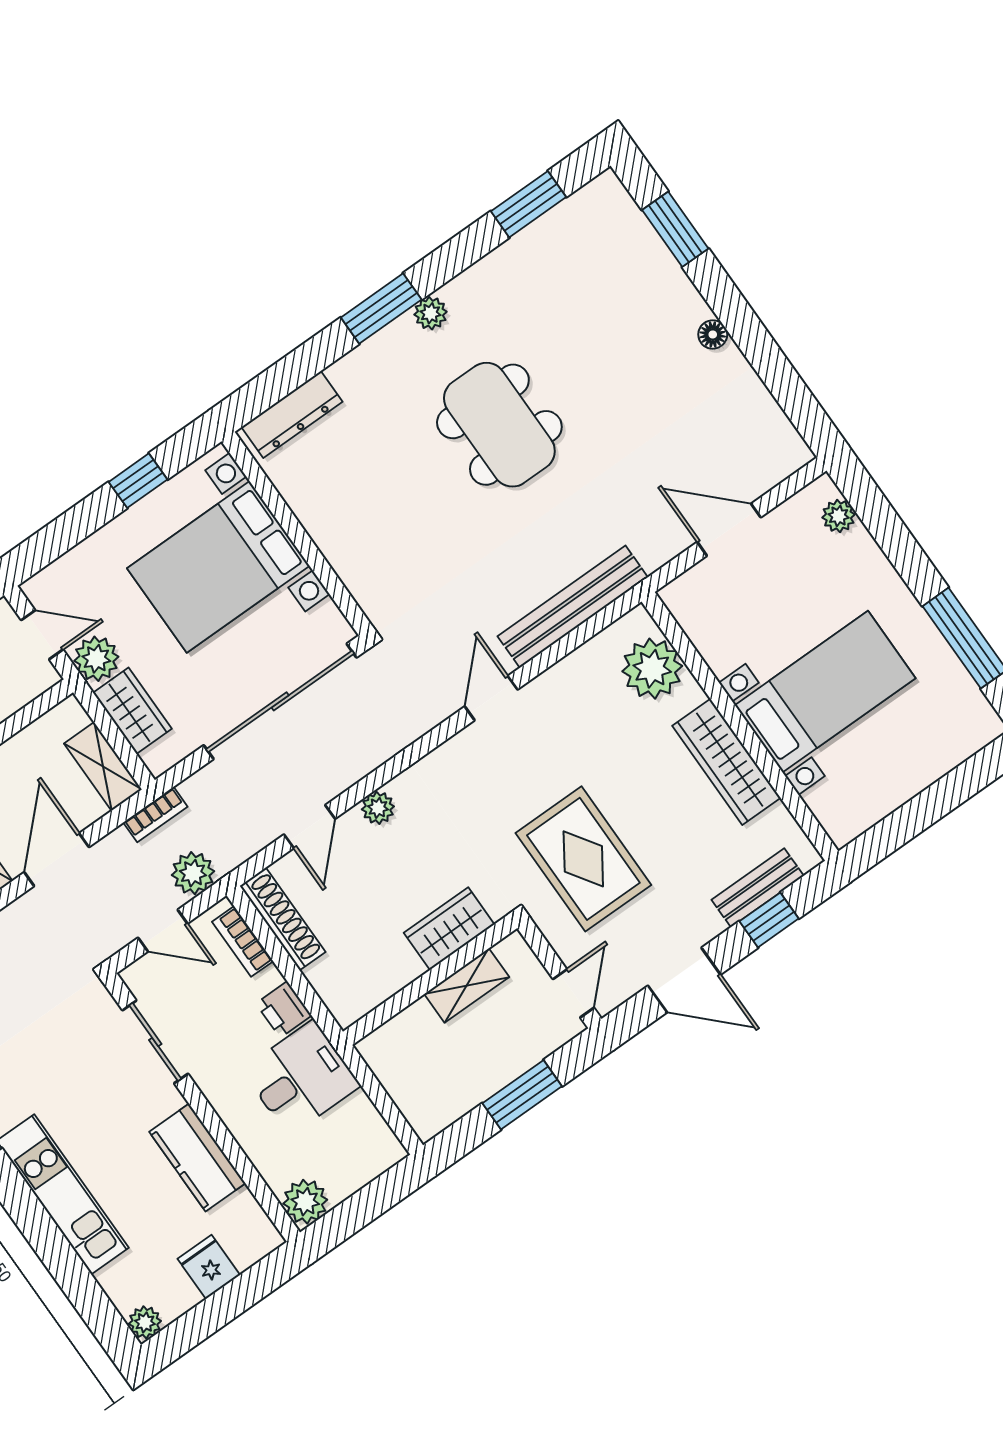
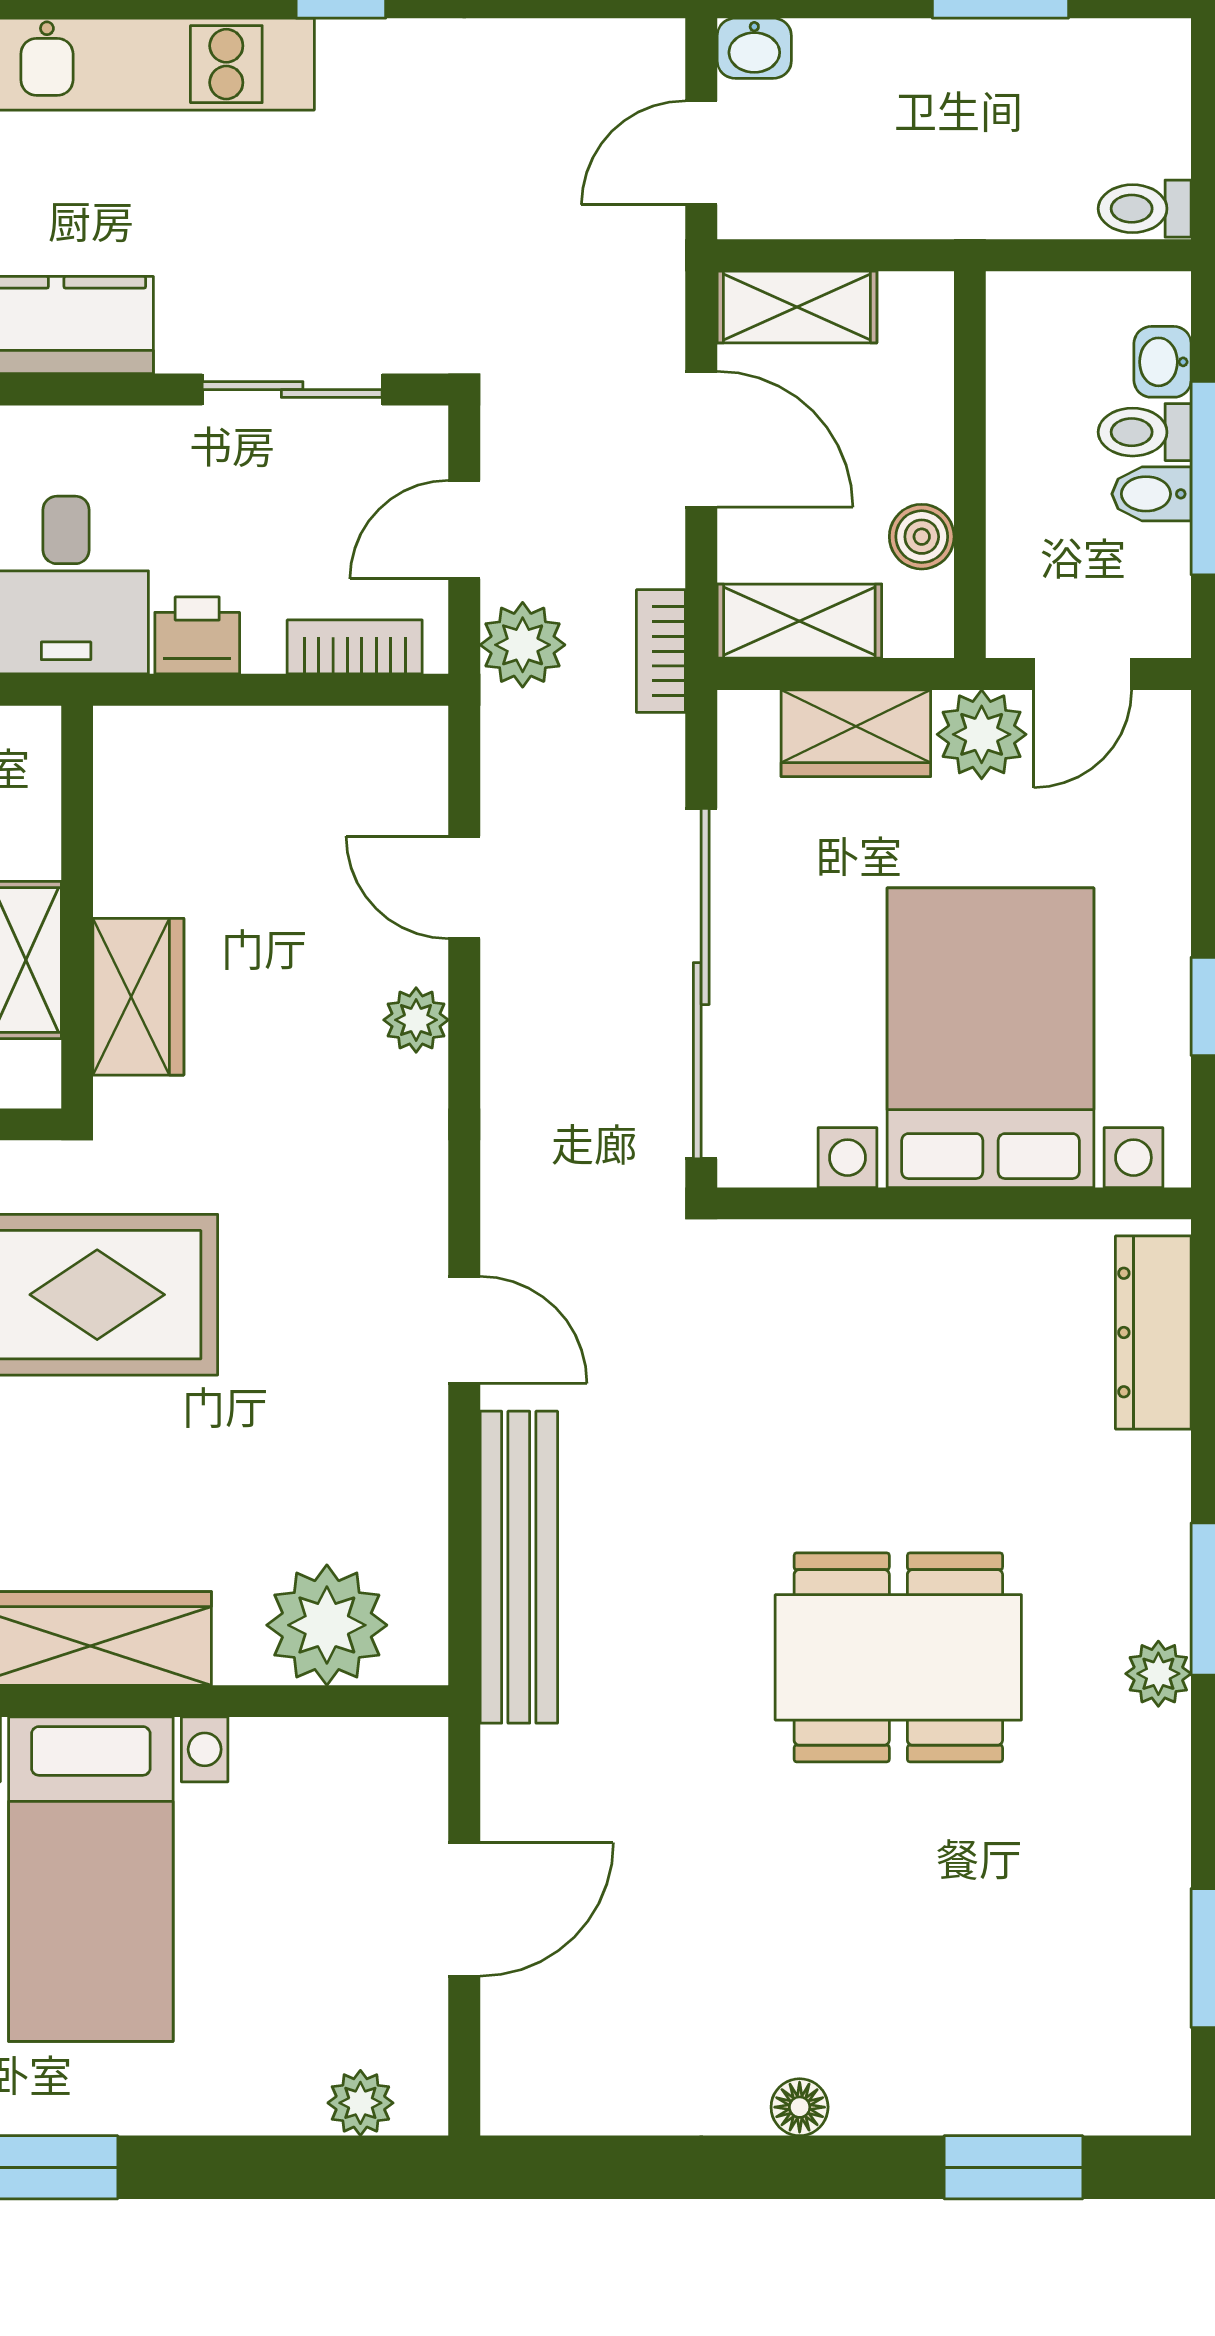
boiler: (33, 741) -> (922, 537), added
shoe rack: (283, 919) -> (345, 737), removed

